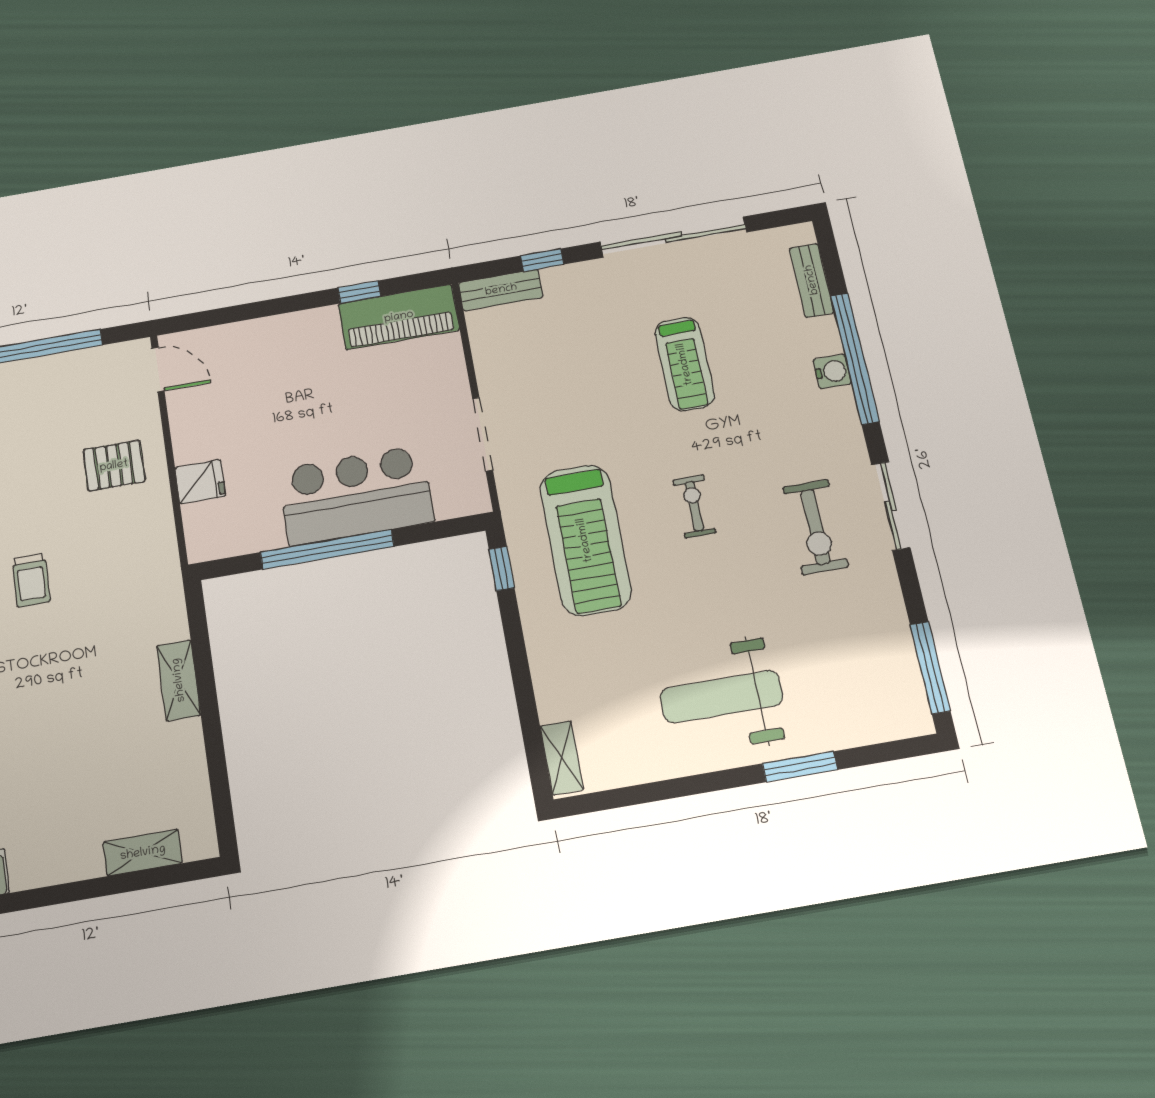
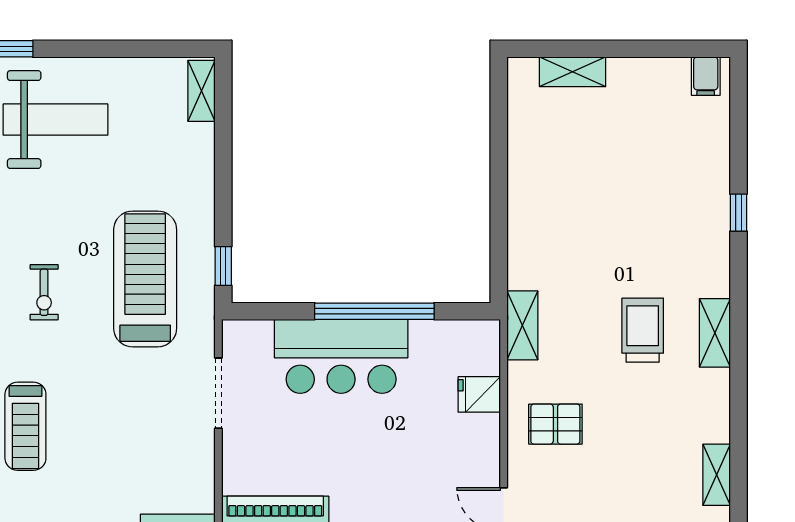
treadmill: (685, 364) -> (25, 426), turned 180
trolley: (31, 580) -> (643, 330), width x1.36, depth x1.39
shelving: (179, 680) -> (522, 325), moved

